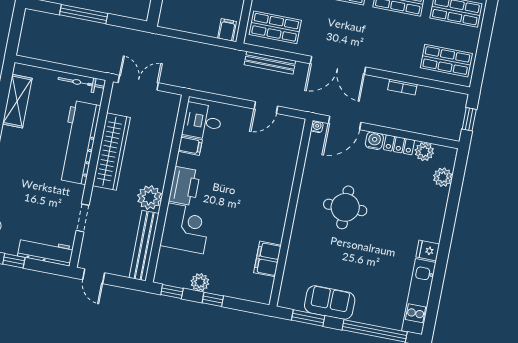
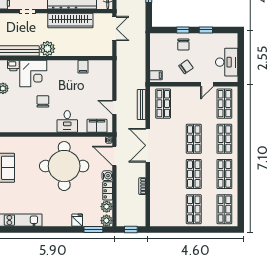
shop shelf: (446, 61) -> (163, 209), removed
desk: (202, 121) -> (67, 121), moved, turned 180
plant: (443, 177) -> (106, 221), moved
window: (457, 180) -> (93, 230), added
printer: (185, 186) -> (13, 66), moved, width x0.53, depth x0.68
round table: (345, 207) -> (64, 166), width x1.86, depth x1.86
chair: (234, 222) -> (43, 101), added
fridge: (428, 251) -> (77, 220), moved
filing cabinet: (267, 259) -> (97, 126), moved

